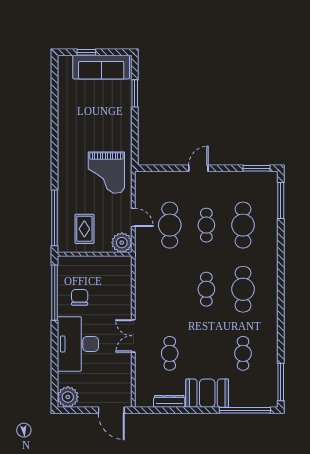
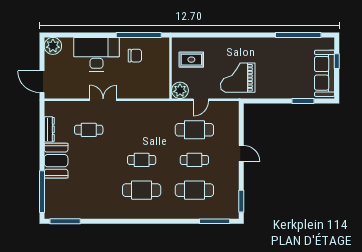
window: (55, 218) -> (298, 35), moved
cafe table: (243, 353) -> (89, 190), removed
door: (111, 410) -> (42, 82), hinge flipped

